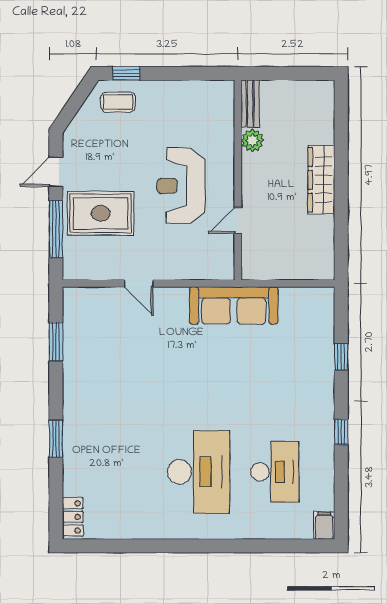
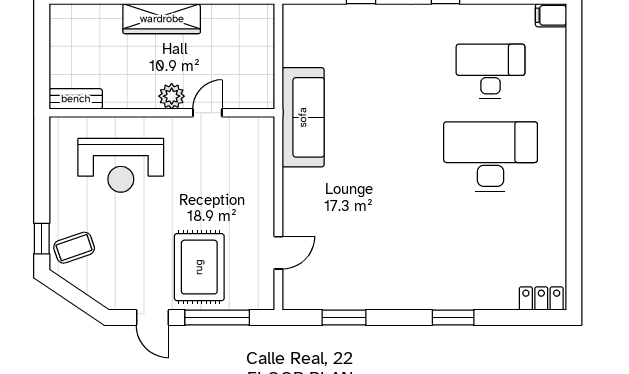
coffee table: (118, 102) -> (74, 248), turned 71
plant: (252, 140) -> (172, 96), moved
reception desk: (181, 186) -> (121, 165), moved
door: (238, 220) -> (207, 113), swing flipped
door: (139, 283) -> (278, 253), moved

